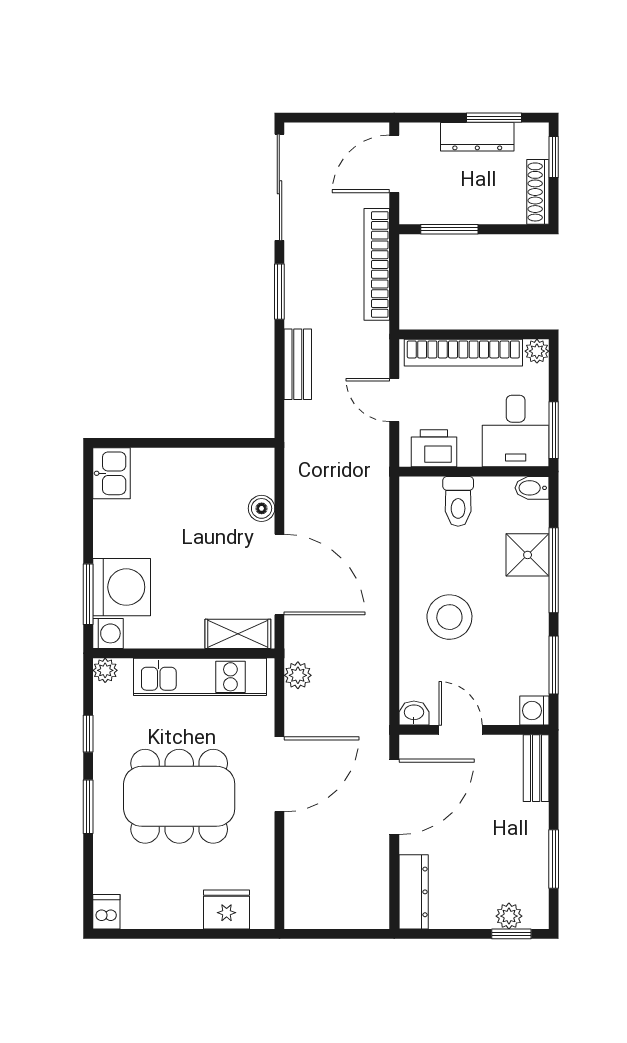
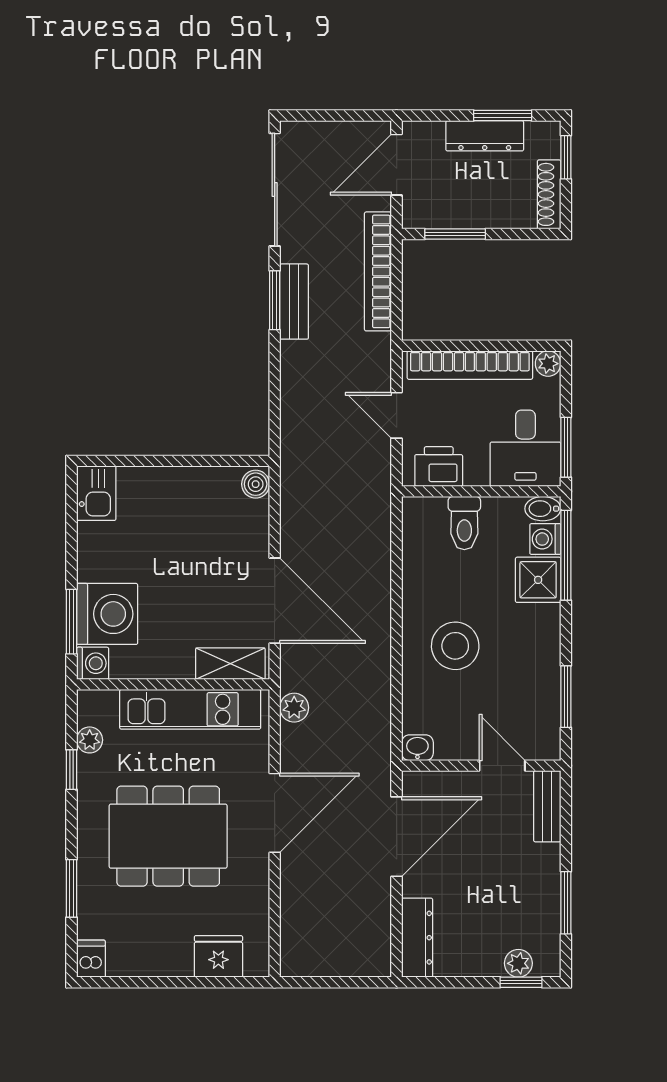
bench: (298, 364) -> (294, 302), moved
boiler: (262, 508) -> (256, 484), moved
window: (554, 570) -> (566, 555), moved
plant: (105, 670) -> (90, 740), moved
washing machine: (534, 711) -> (545, 539), moved
door: (461, 730) -> (502, 766), moved
window: (88, 807) -> (71, 888), moved

